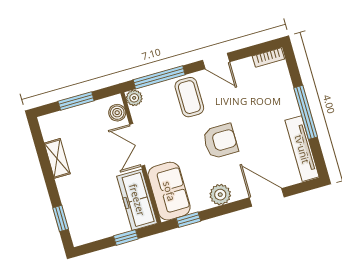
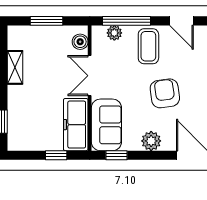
plant: (134, 98) -> (114, 33), moved
armchair: (220, 141) -> (165, 93), turned -98

